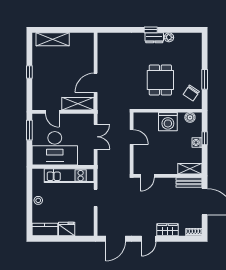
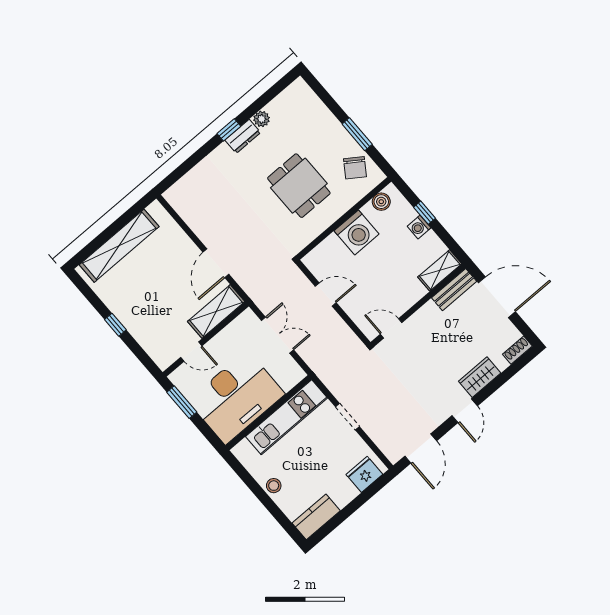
shelving: (53, 39) -> (119, 246), width x1.47
door: (147, 176) -> (391, 328), swing flipped
fridge: (67, 229) -> (364, 474), moved

